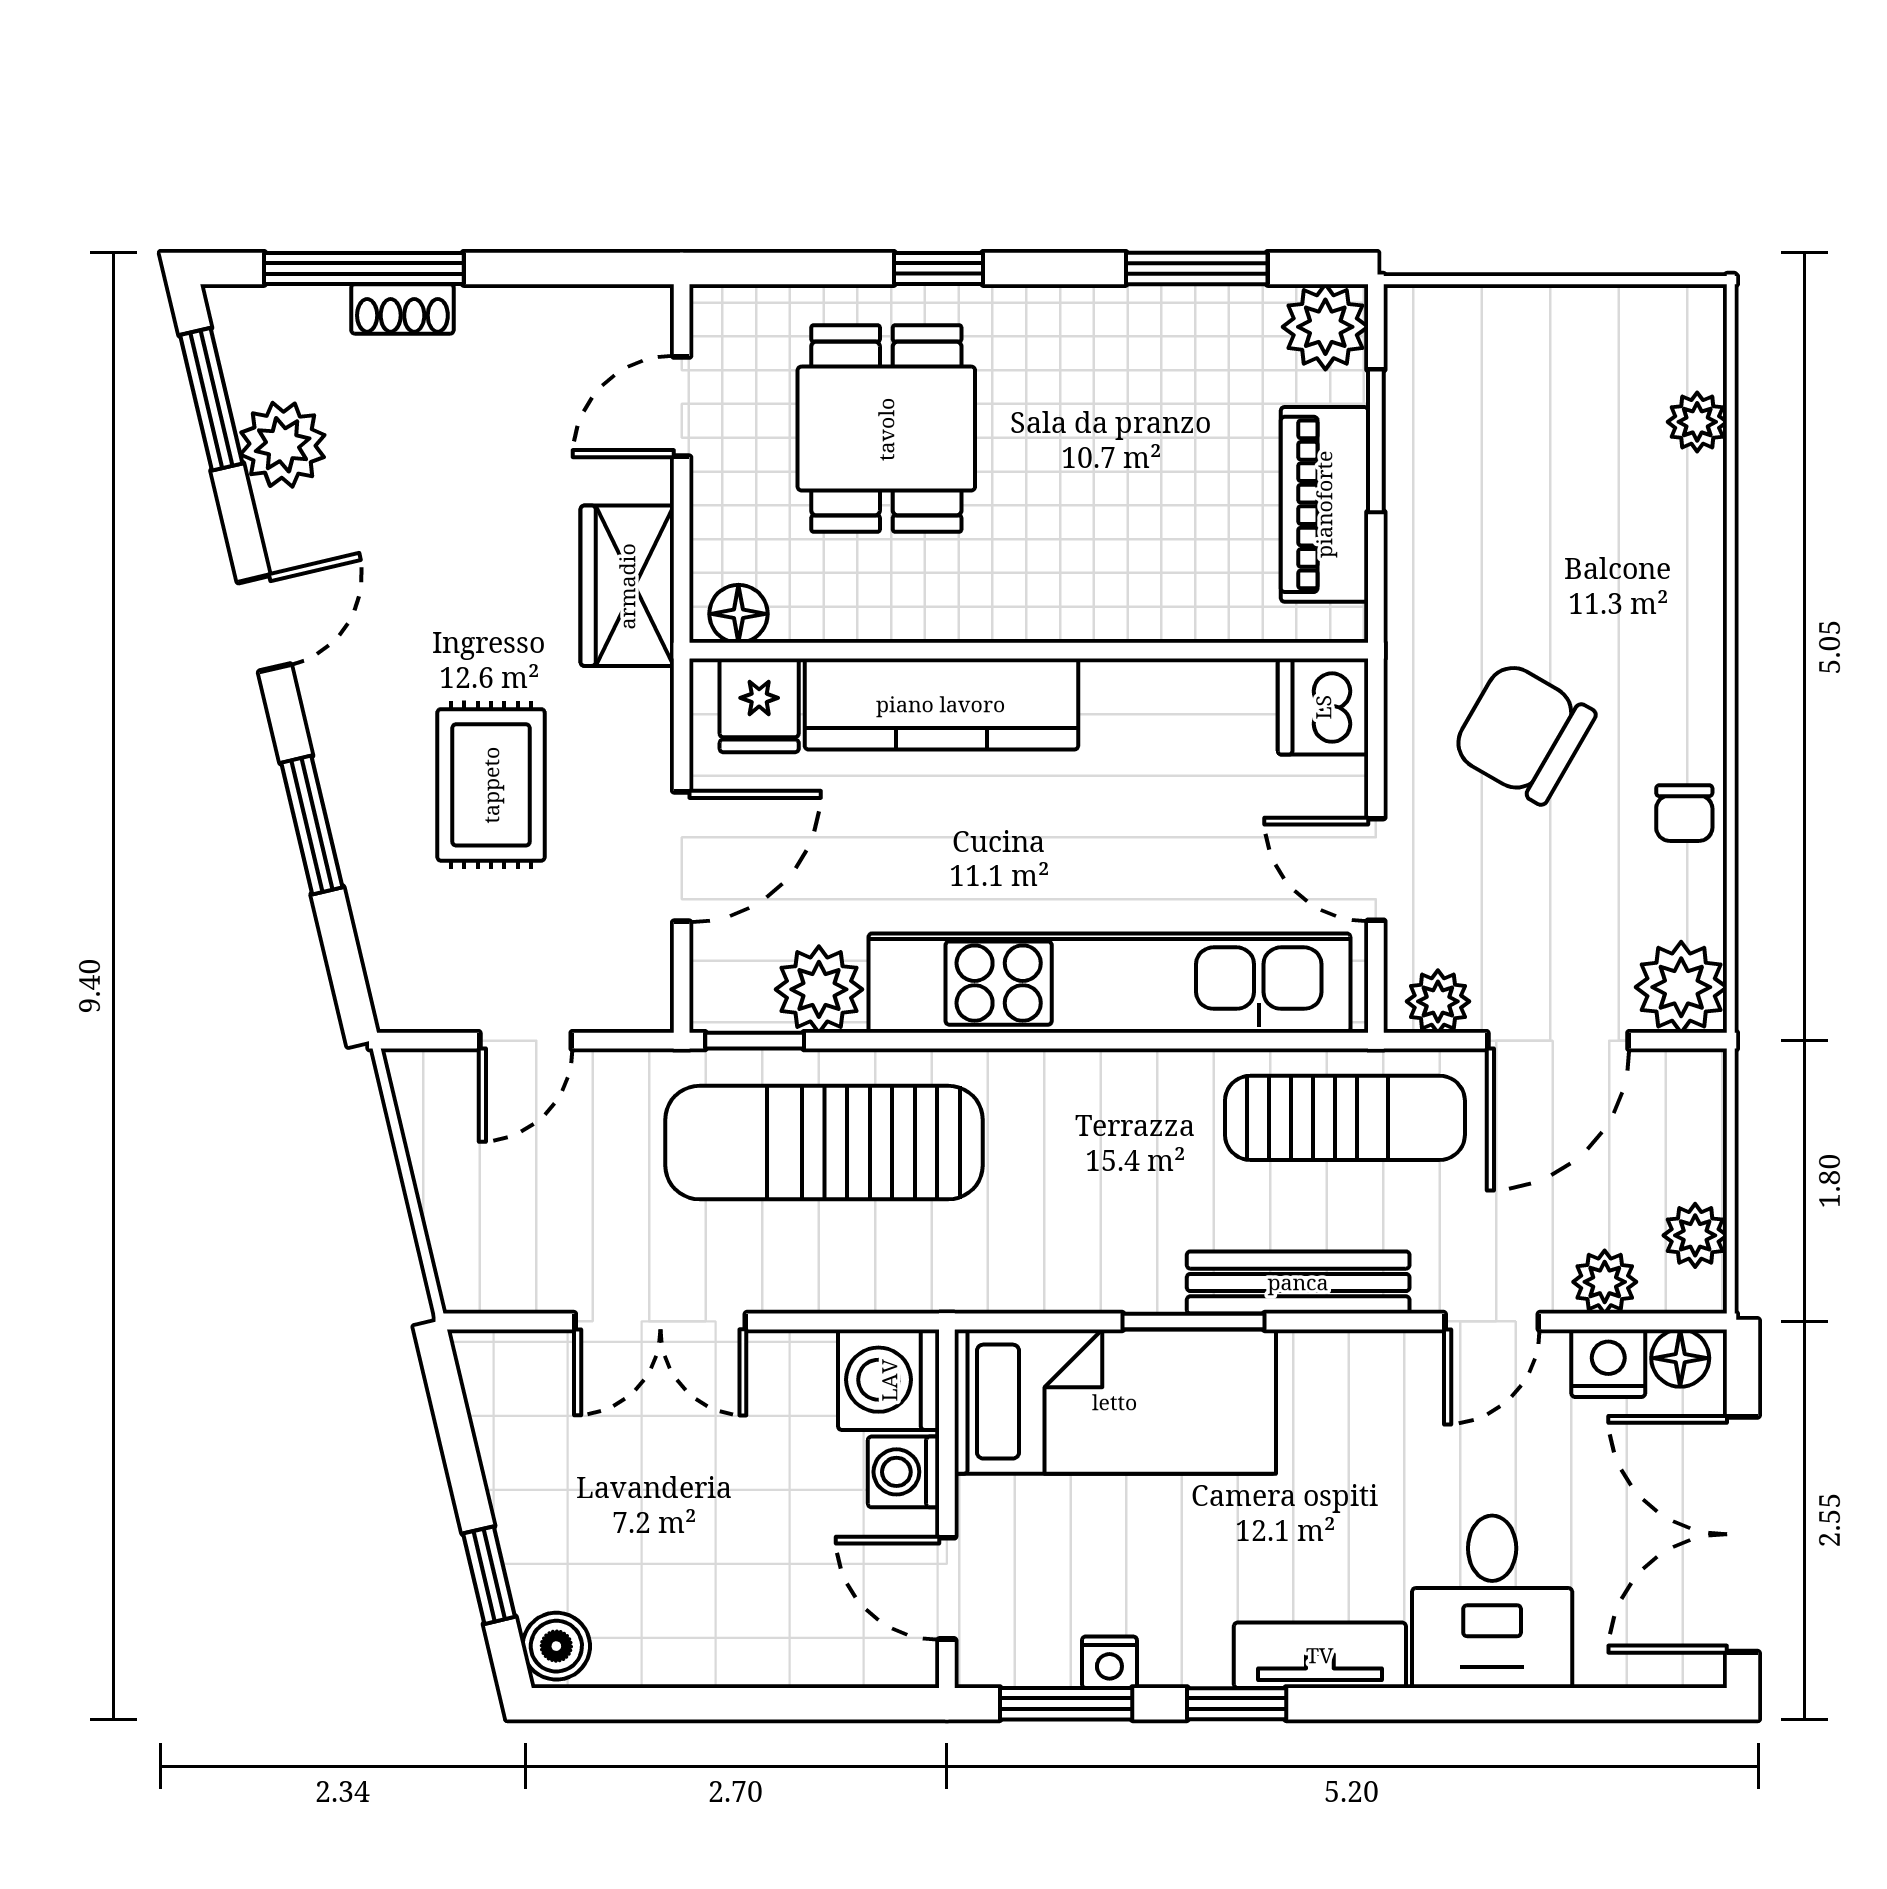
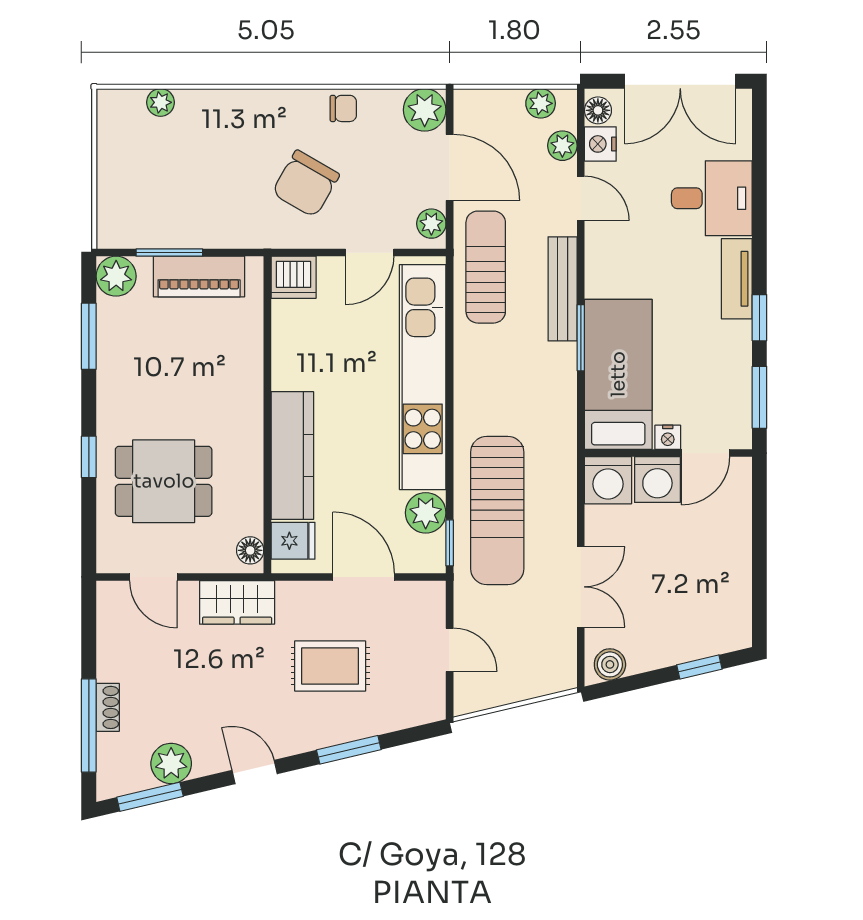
washing machine: (903, 1472) -> (657, 480), width x1.38, depth x1.38
boiler: (556, 1646) -> (610, 664), moved
nightstand: (1109, 1662) -> (668, 437), moved, turned 90

